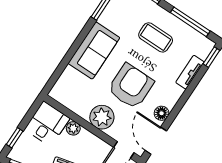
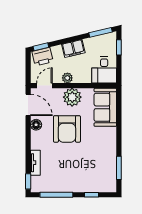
coffee table: (156, 37) -> (72, 170), removed
sofa: (94, 51) -> (105, 107), moved
plant: (73, 128) -> (67, 78), moved

